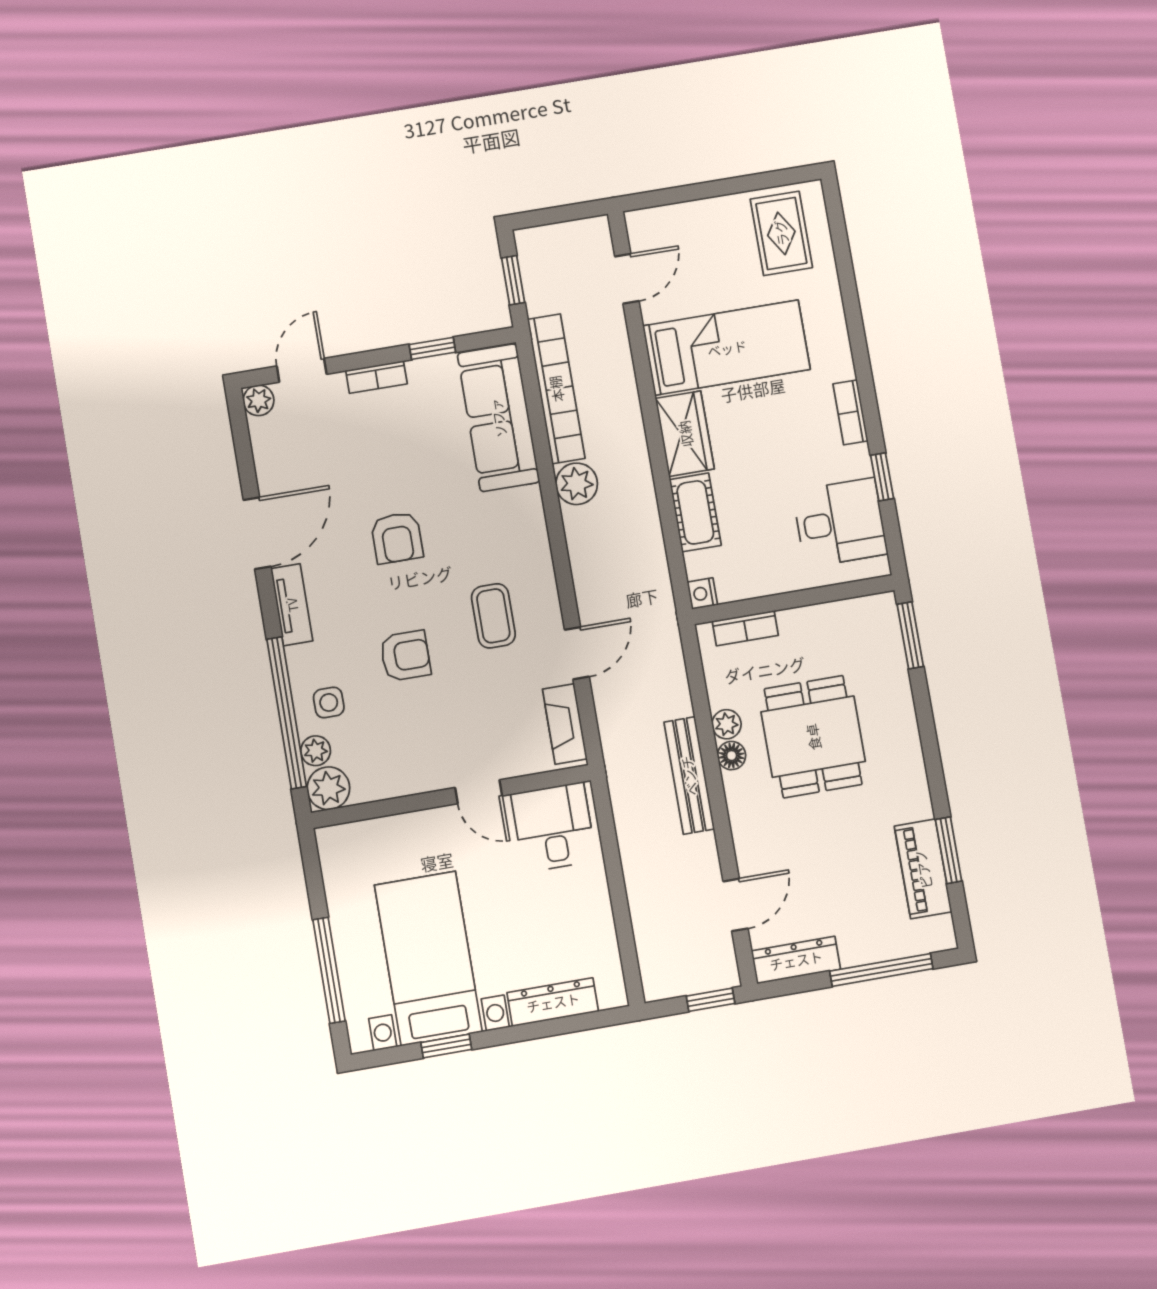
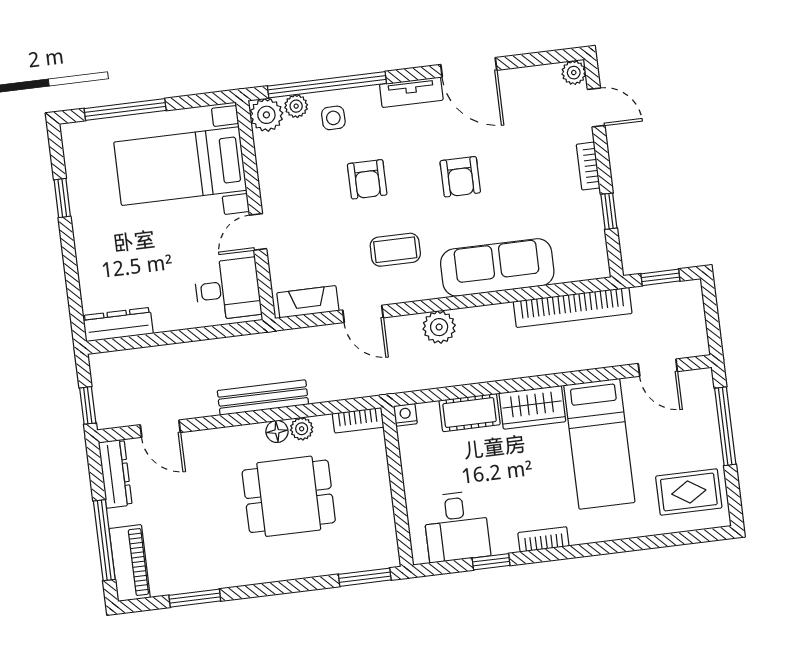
window: (697, 192) -> (725, 426), added
sofa: (498, 418) -> (497, 267), moved
plant: (577, 484) -> (439, 327), moved
armchair: (397, 538) -> (460, 177), turned -90
bookcase: (745, 628) -> (358, 420), moved, turned -90
piano: (923, 869) -> (130, 563), moved, turned 90
bed with nightstands: (428, 958) -> (180, 166), moved, turned 180
dresser: (553, 1002) -> (118, 325), moved, turned -90

